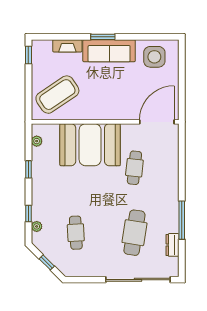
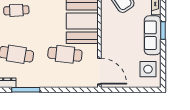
cafe table: (134, 168) -> (65, 54), width x1.37, depth x1.35

